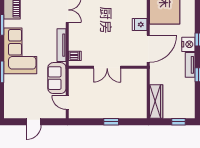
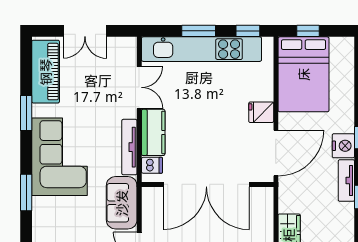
kitchen counter: (76, 36) -> (153, 132), added
double door: (107, 67) -> (206, 184), width x1.87

